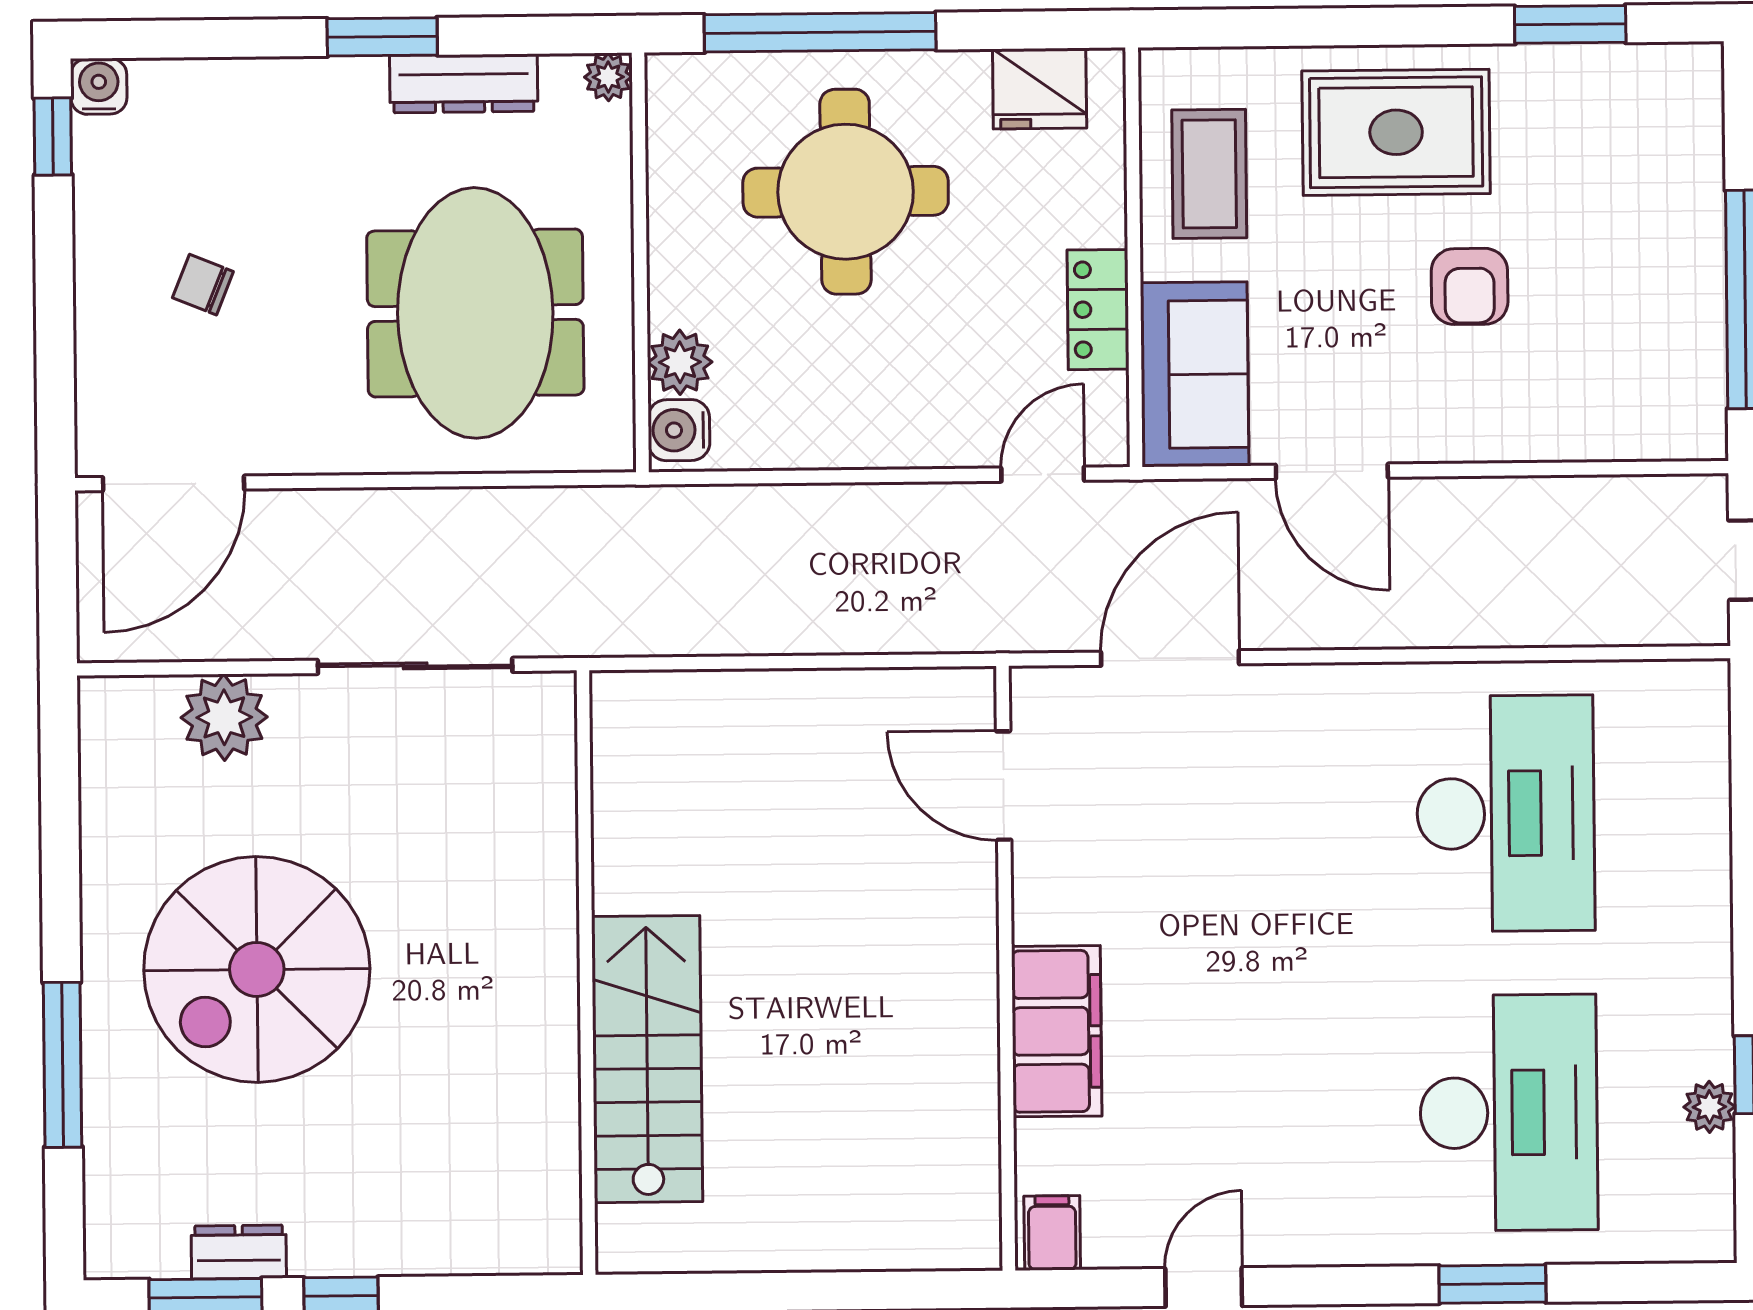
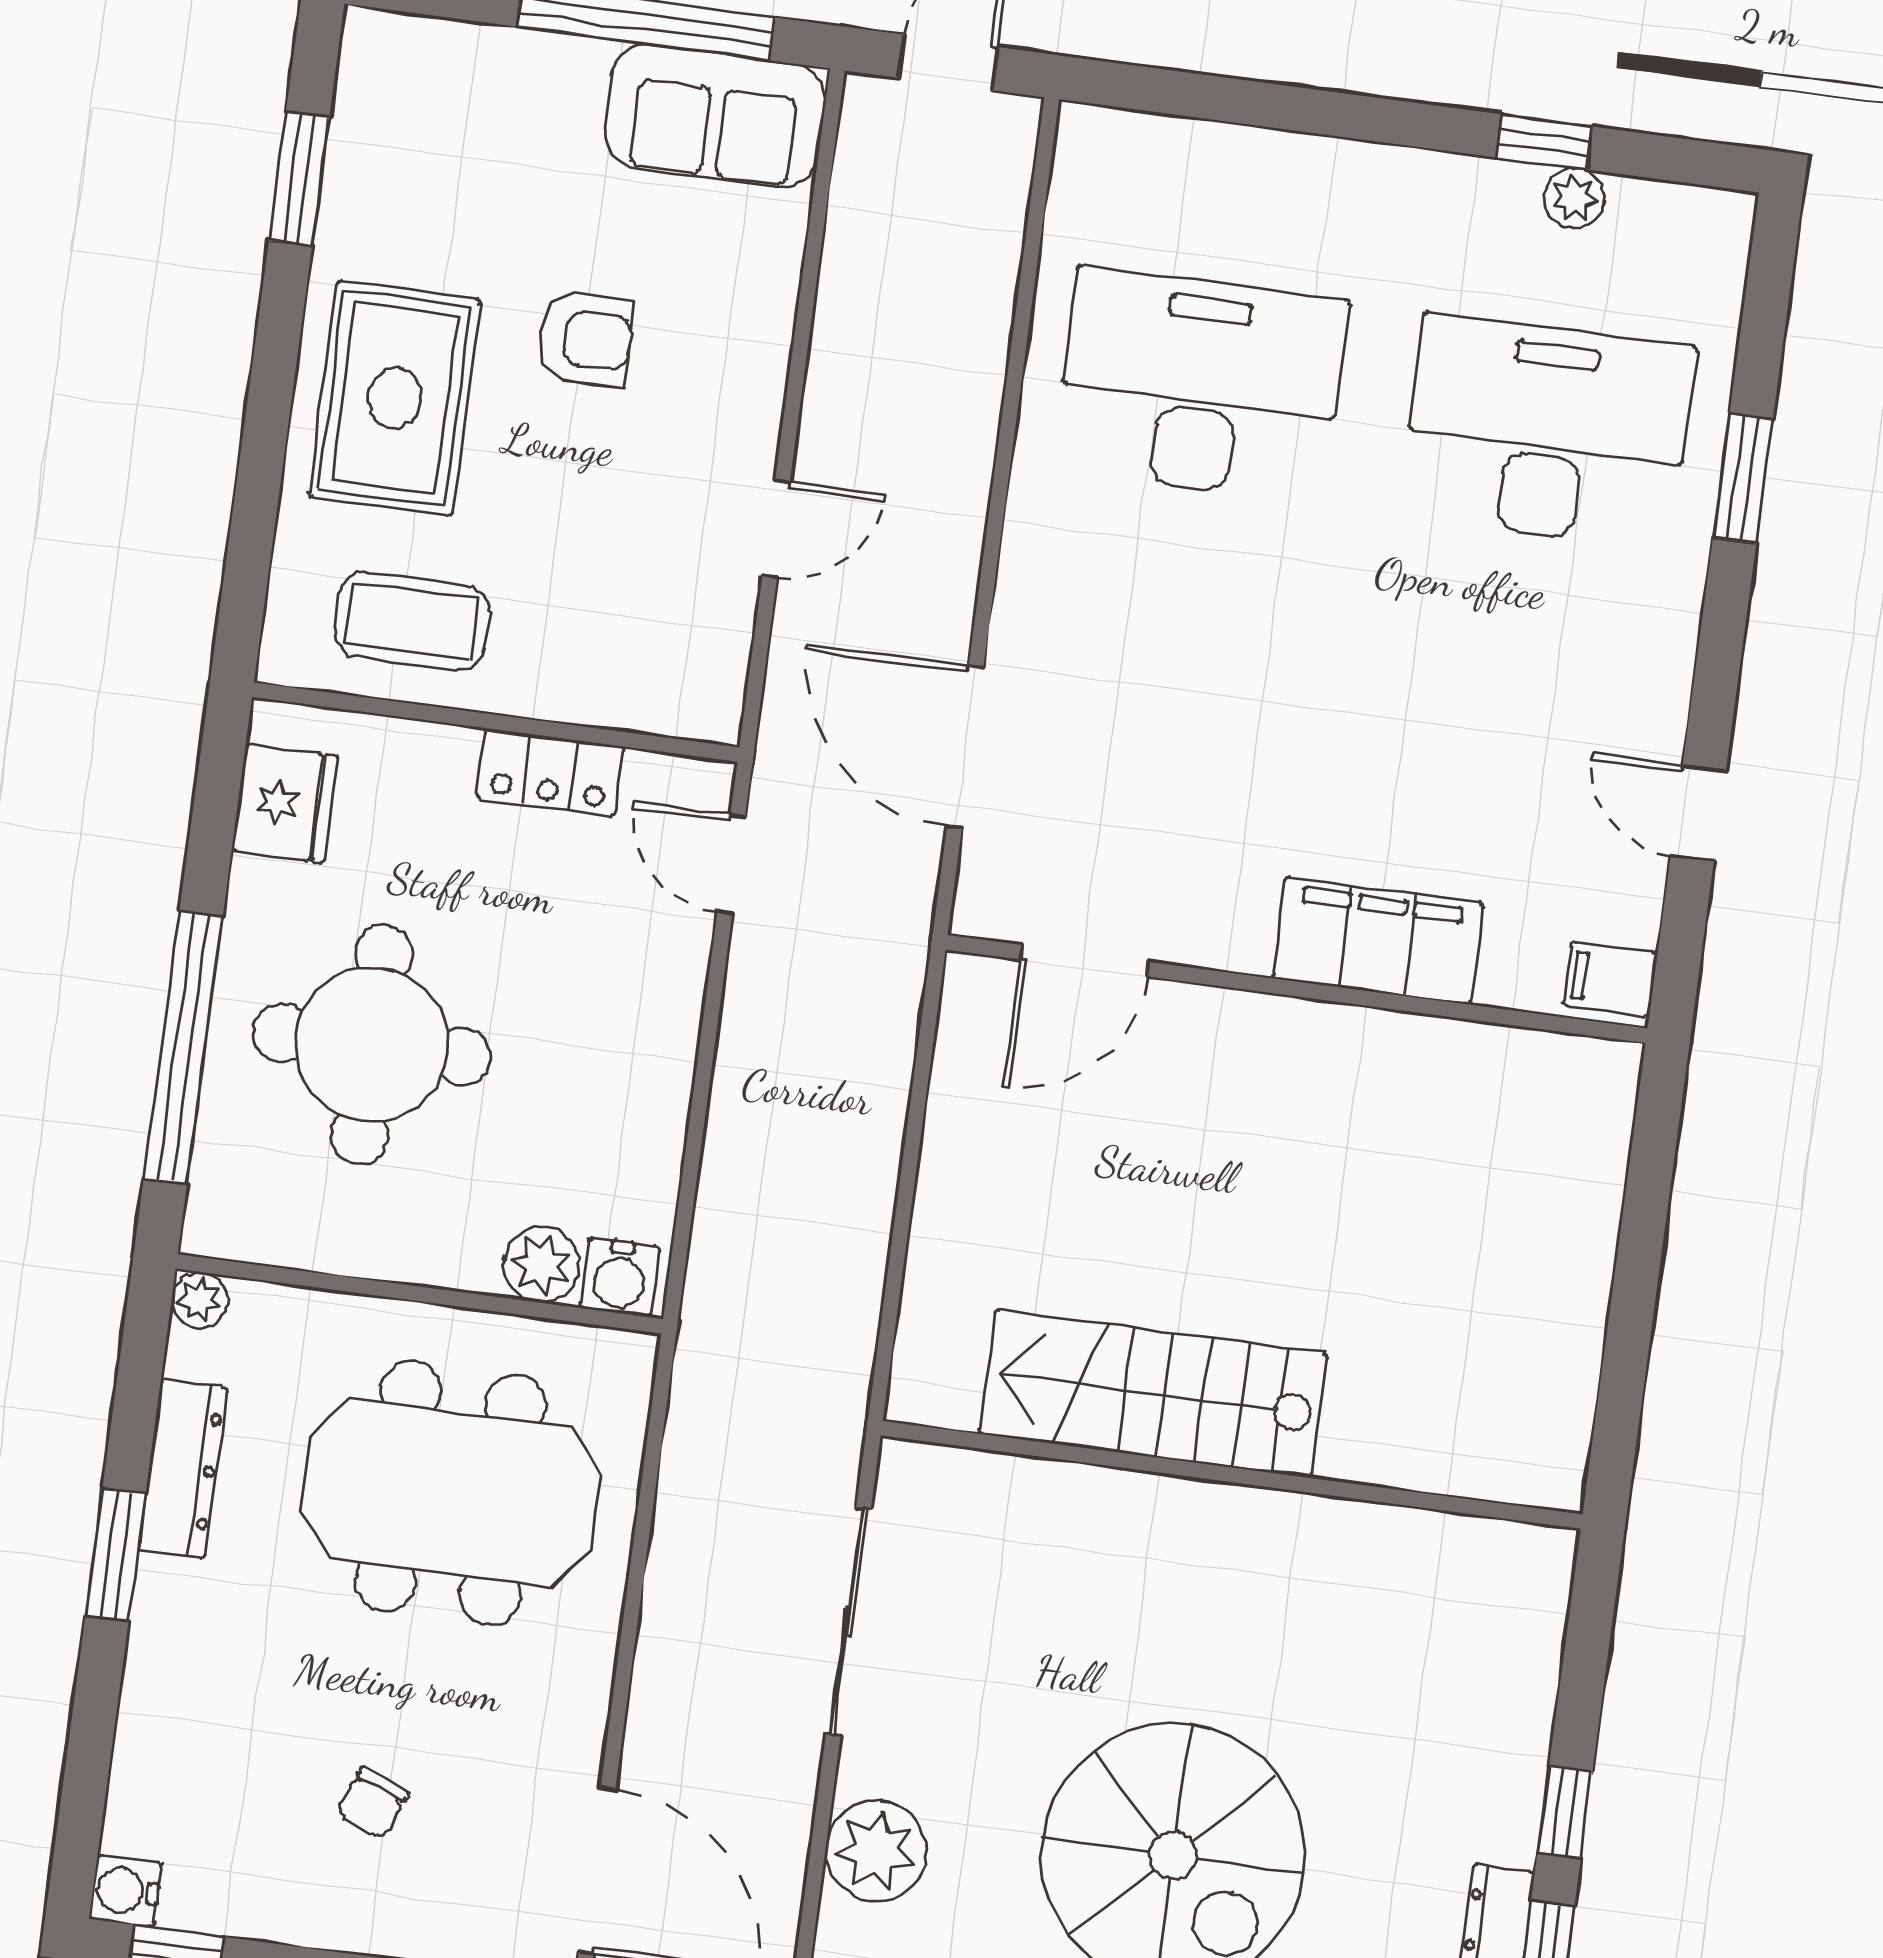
sofa: (1195, 374) -> (715, 116), moved, turned 180
door: (1332, 471) -> (776, 529), width x0.73
stairs: (647, 1059) -> (1153, 1394), moved

